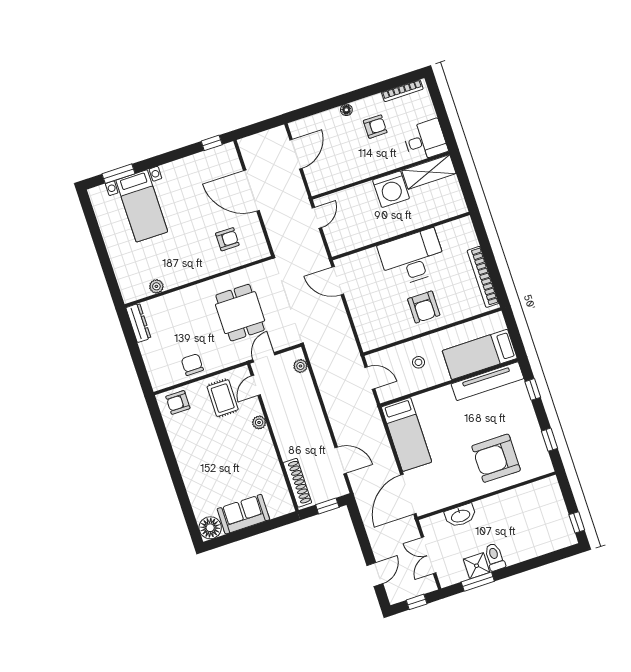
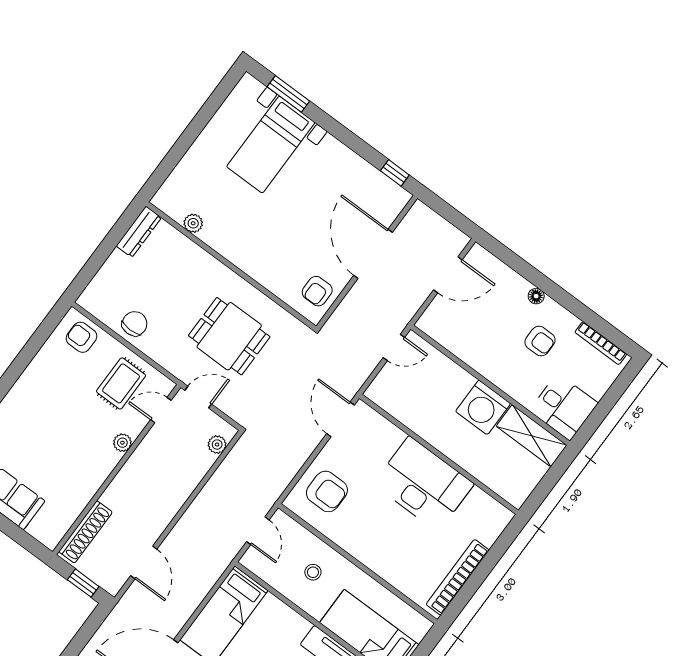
armchair: (227, 239) -> (317, 291), moved, turned 90
armchair: (424, 307) -> (327, 491), moved, turned -90
dining table: (240, 313) -> (229, 336), turned 90

